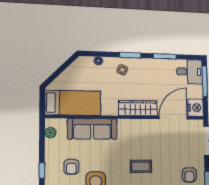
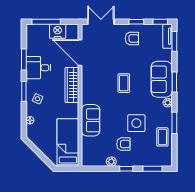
desk: (190, 72) -> (38, 68), moved, turned -90
nightstand: (196, 108) -> (58, 31), moved
sofa: (92, 129) -> (91, 120), width x0.73
plant: (51, 133) -> (111, 162), moved

